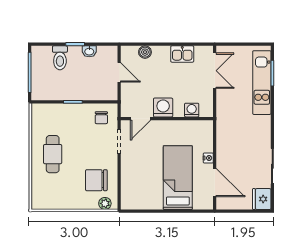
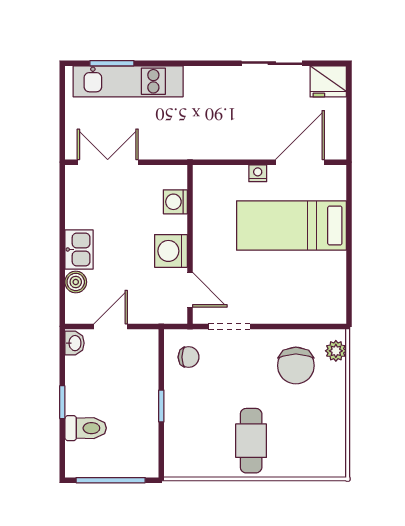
washbasin: (89, 51) -> (74, 343), moved
kitchen sink: (182, 54) -> (79, 249), moved
cafe table: (53, 154) -> (251, 441), turned 90

